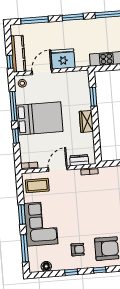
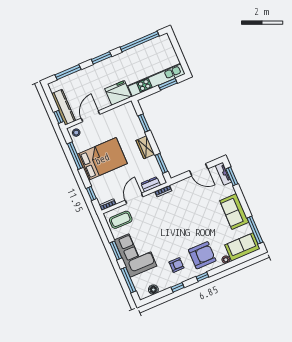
fridge: (63, 59) -> (118, 93), moved
window: (16, 136) -> (91, 194), moved
window: (97, 143) -> (161, 163), added

